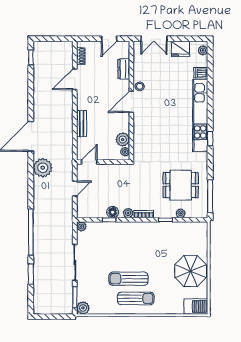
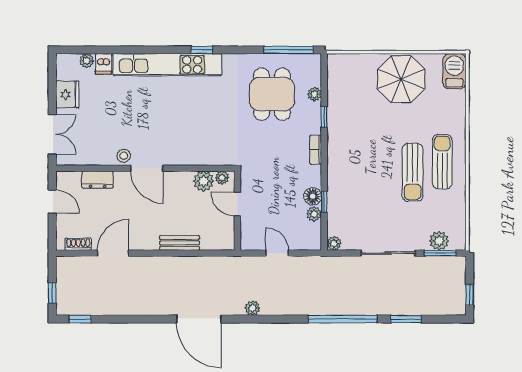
window: (48, 39) -> (52, 293), added
plant: (203, 50) -> (87, 61), moved
door: (75, 79) -> (113, 253), swing flipped
door: (89, 162) -> (237, 204), moved
plant: (43, 168) -> (252, 308), width x0.53, depth x0.53
plant: (128, 213) -> (314, 214), moved
plant: (83, 308) -> (439, 241), moved
window: (47, 317) -> (470, 295), added

